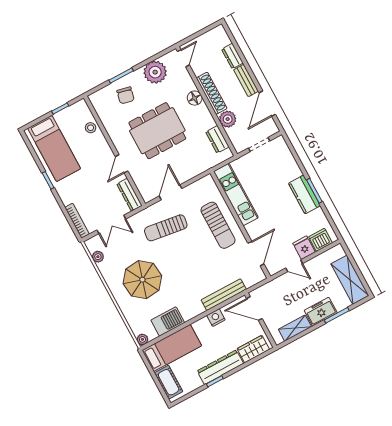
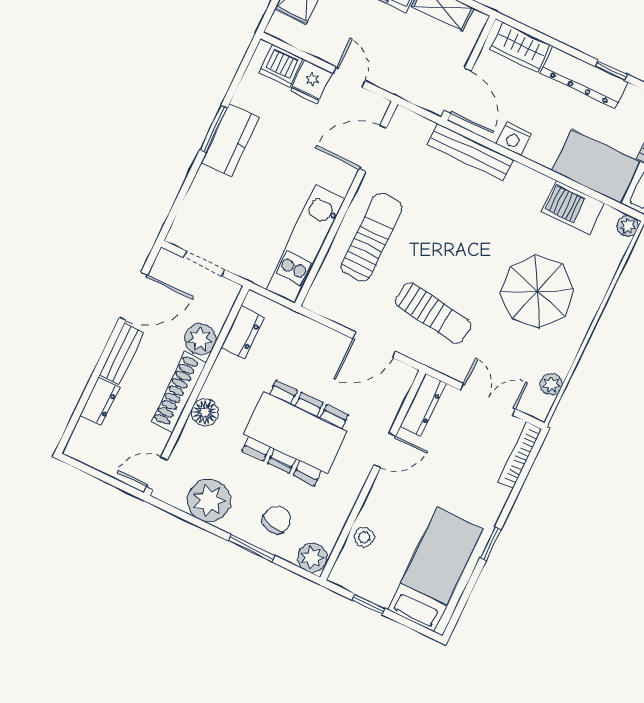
plant: (98, 99) -> (312, 558), added

